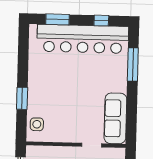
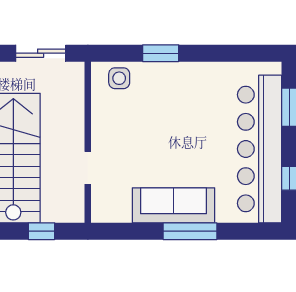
window: (133, 65) -> (190, 231), moved
sofa: (115, 118) -> (174, 205), moved

